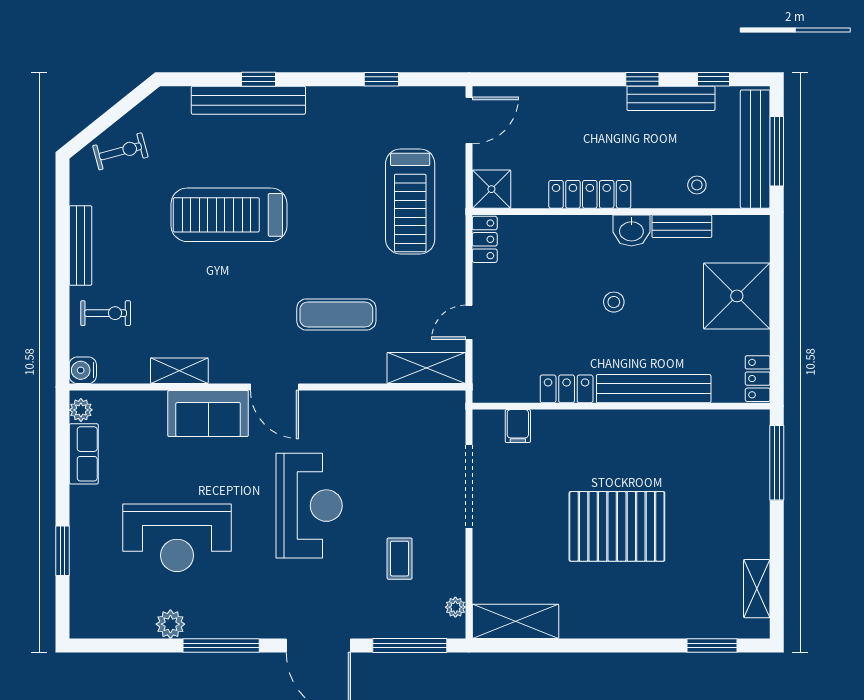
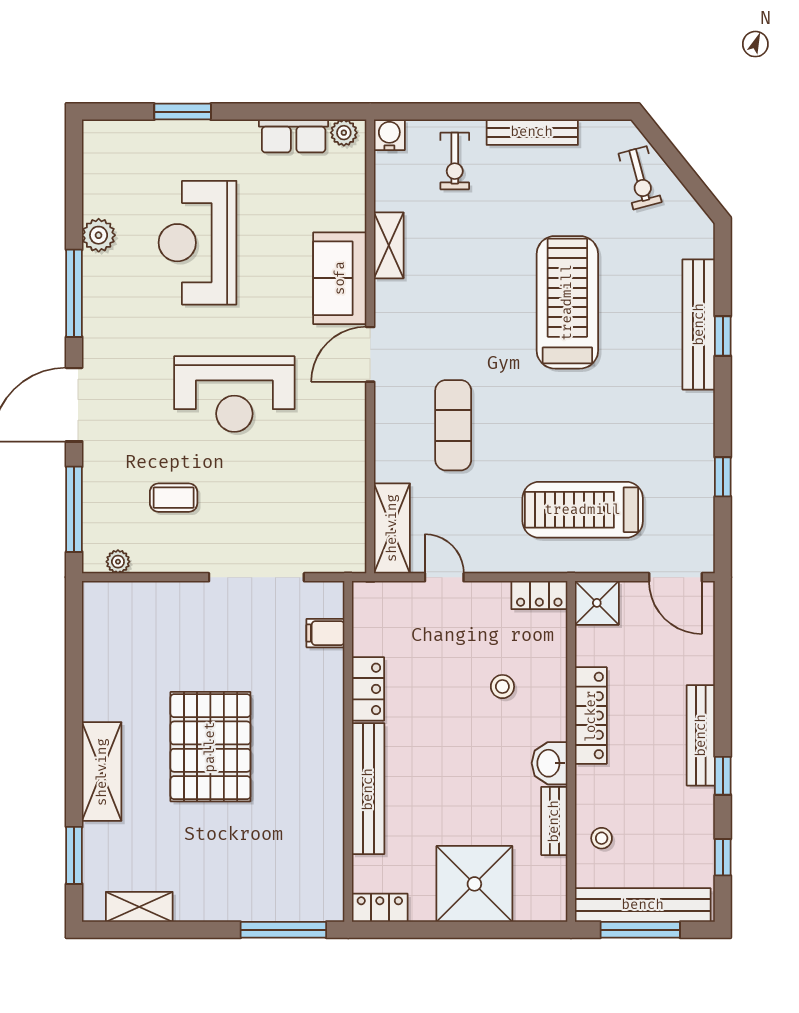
bench: (671, 98) -> (701, 735), moved
stool: (614, 302) -> (502, 687), moved
shelving: (515, 621) -> (102, 772), moved

